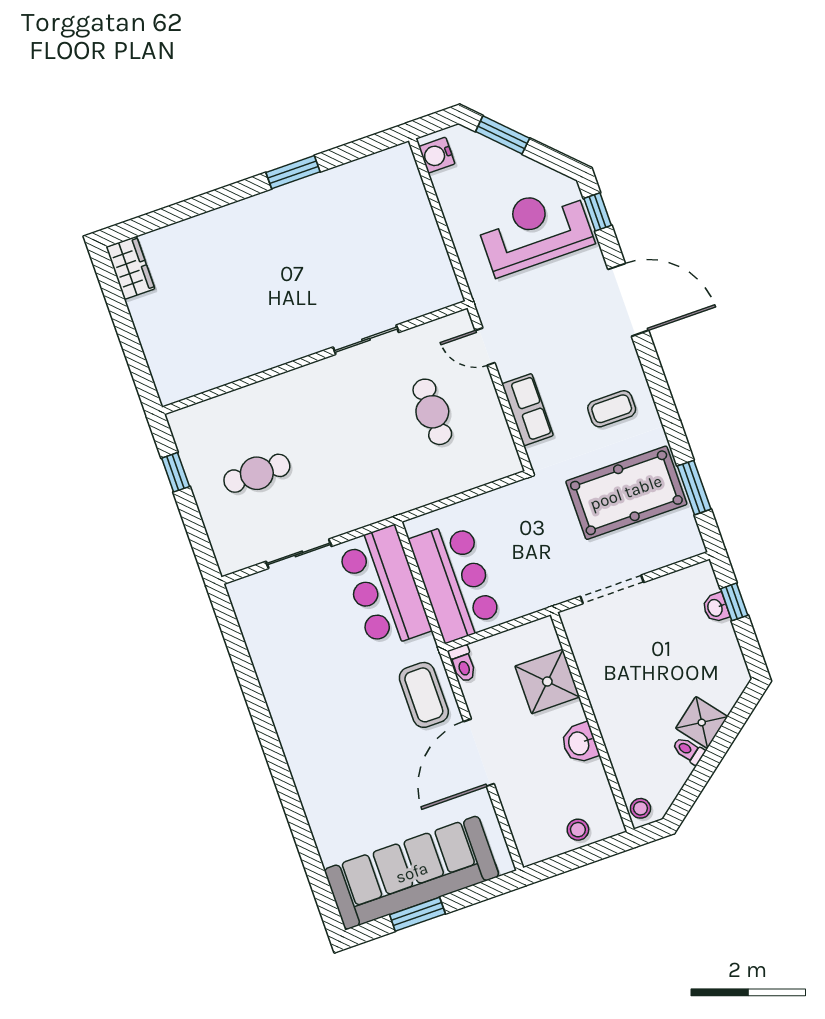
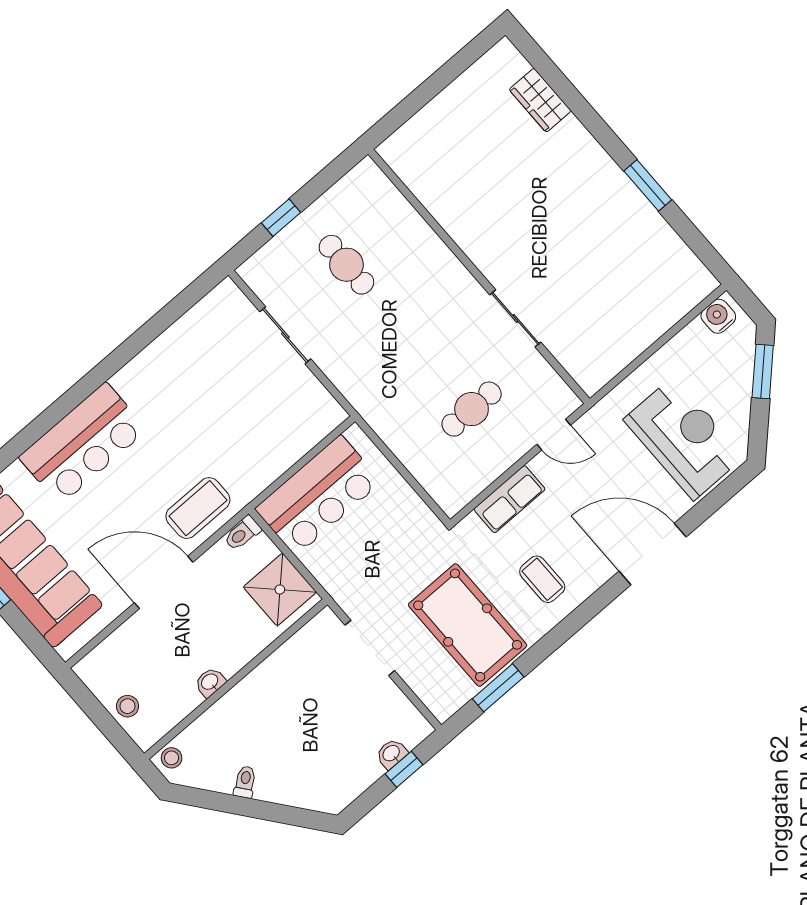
window: (598, 212) -> (725, 491), removed
wardrobe: (130, 268) -> (540, 100), moved, turned 90
door: (628, 300) -> (653, 554), swing flipped
door: (485, 347) -> (554, 435), swing flipped
window: (176, 472) -> (281, 218), moved
bar counter: (384, 588) -> (83, 444), moved, turned 180
shower: (547, 681) -> (280, 589), moved
shower: (702, 723) -> (277, 784), removed
washbasin: (580, 743) -> (210, 682), width x0.72, depth x0.69

